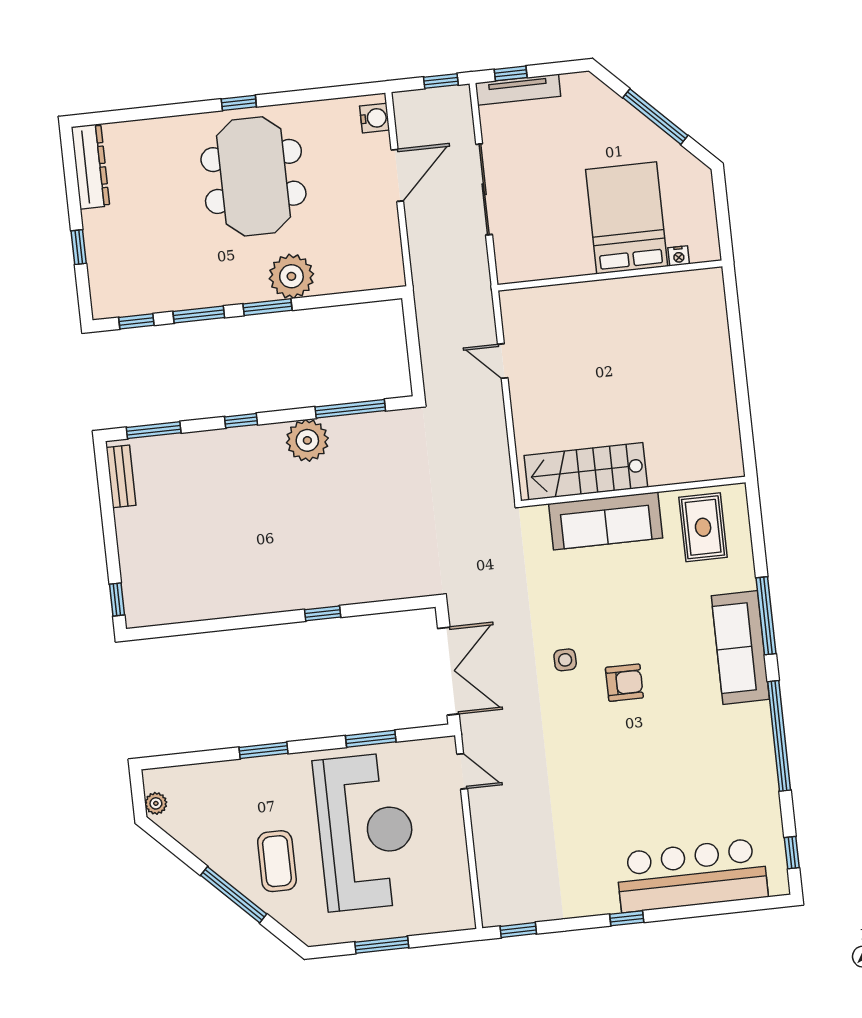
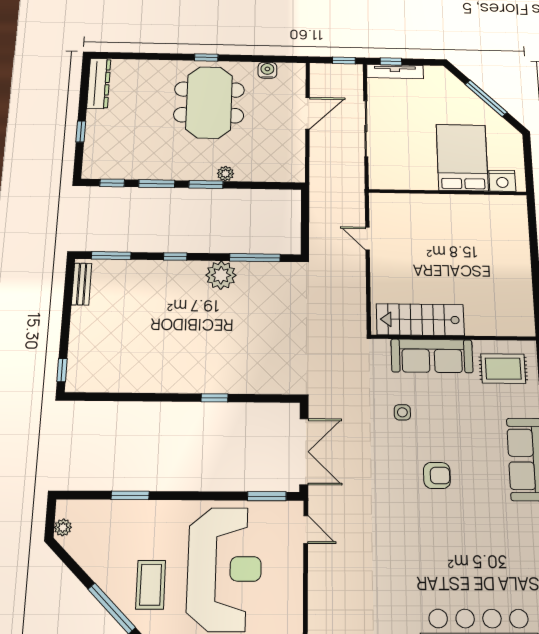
water cooler: (375, 118) -> (267, 70), moved, turned -90
nightstand: (679, 256) -> (502, 181), width x1.89, depth x1.79
plant: (291, 276) -> (225, 174), width x0.53, depth x0.53
rug: (703, 527) -> (503, 369), turned 90
side table: (565, 660) -> (402, 412), moved
window: (371, 739) -> (267, 496), moved
window: (264, 750) -> (130, 495), moved

